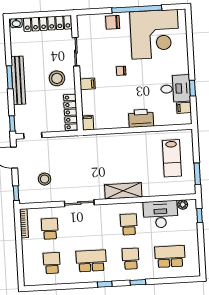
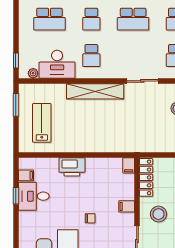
shelving: (123, 191) -> (95, 91), width x1.47

